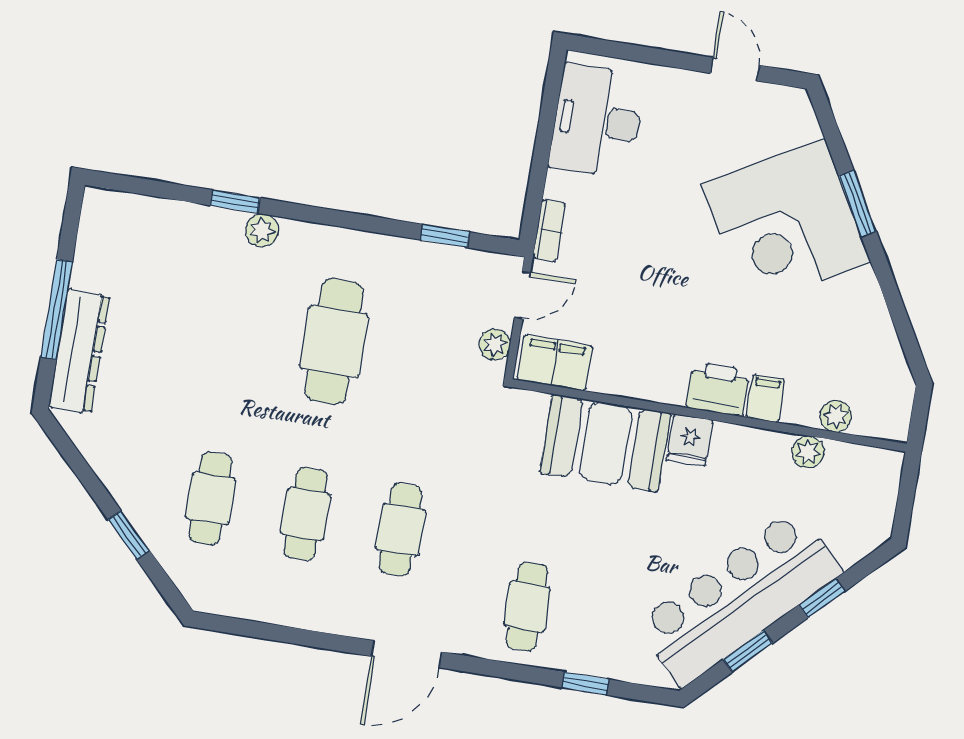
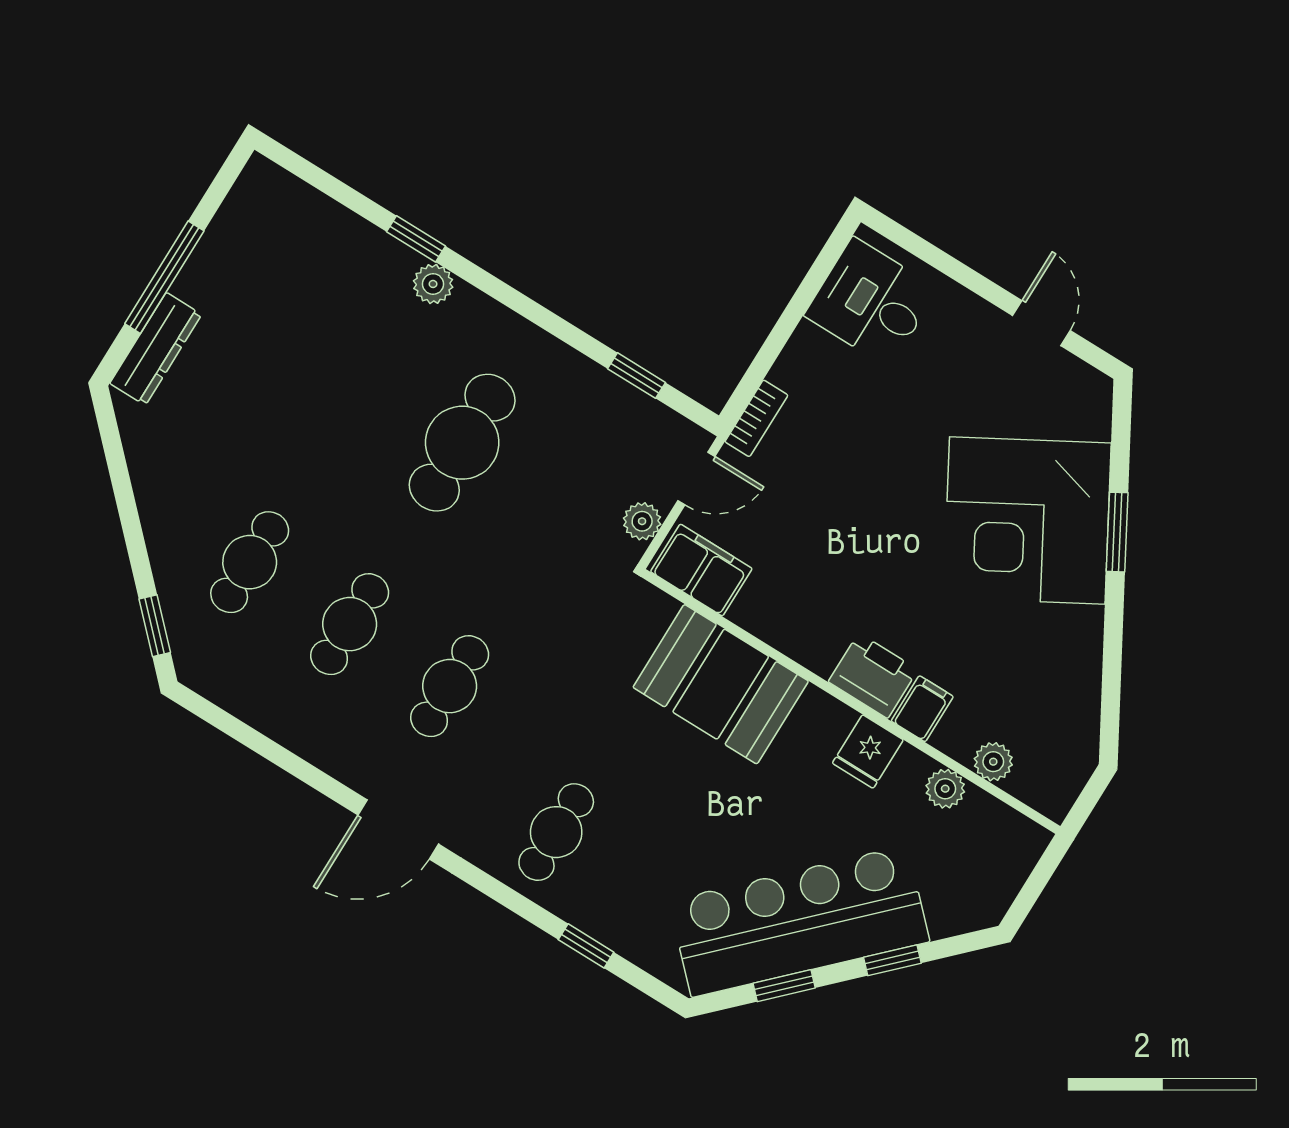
desk: (597, 121) -> (871, 302), width x0.73
dresser: (79, 351) -> (156, 349), width x0.73, depth x0.80
fridge: (690, 440) -> (868, 752), moved
window: (129, 535) -> (155, 626), moved

